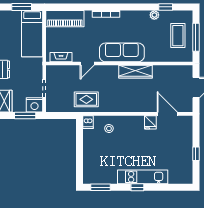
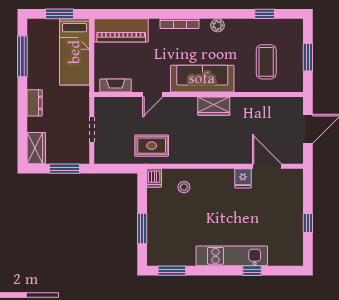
plant: (154, 15) -> (218, 25), moved
coffee table: (178, 36) -> (266, 62), moved
window: (196, 37) -> (308, 57), width x0.69
wardrobe: (136, 72) -> (214, 106), width x0.67
nightstand: (35, 105) -> (78, 153), removed
window: (80, 158) -> (142, 229), added
window: (137, 187) -> (252, 271), moved

